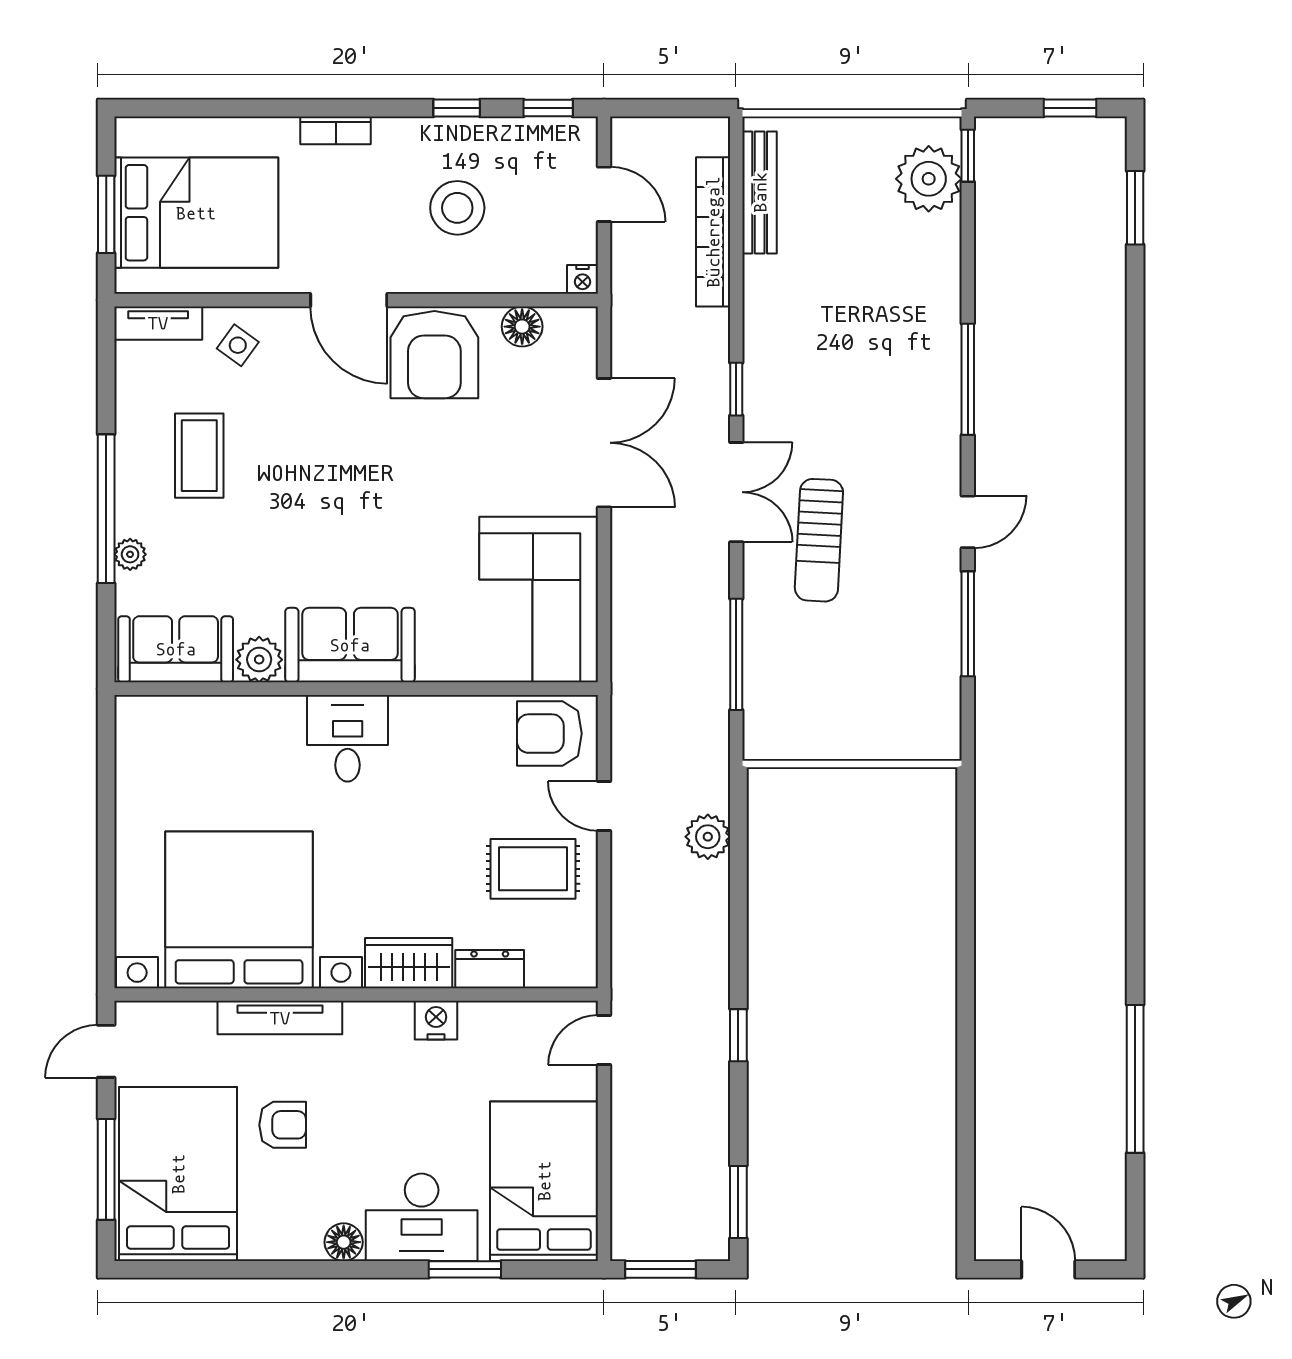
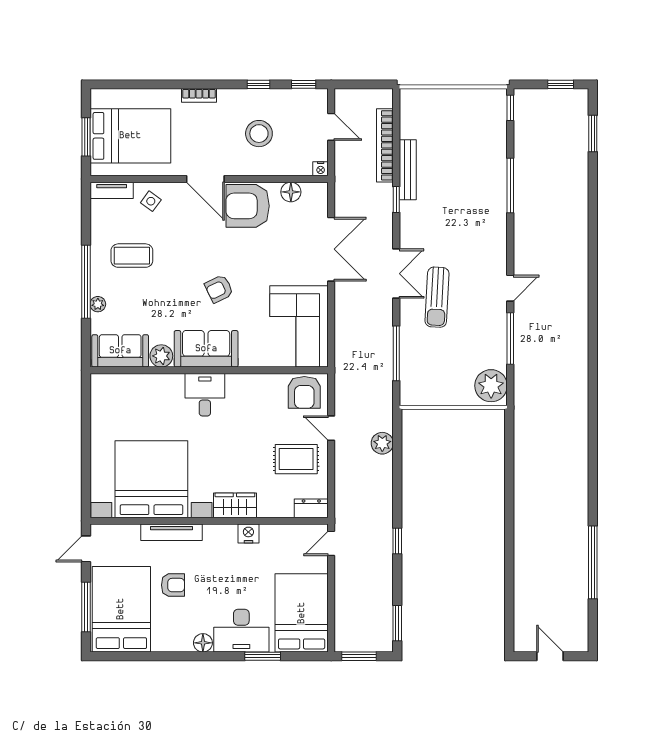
plant: (929, 179) -> (491, 386), moved
bench: (760, 192) -> (408, 170), moved
armchair: (434, 355) -> (248, 206), turned 90
window: (968, 379) -> (510, 185), moved
window: (736, 389) -> (396, 200), moved
coffee table: (199, 456) -> (132, 256), turned 90
armchair: (376, 523) -> (219, 289), added
armchair: (549, 734) -> (304, 392), turned -90
dresser: (490, 969) -> (311, 508), moved

